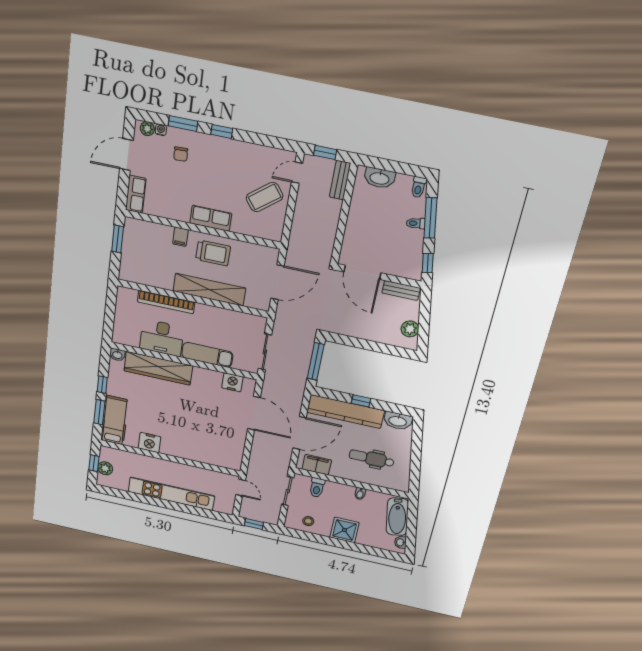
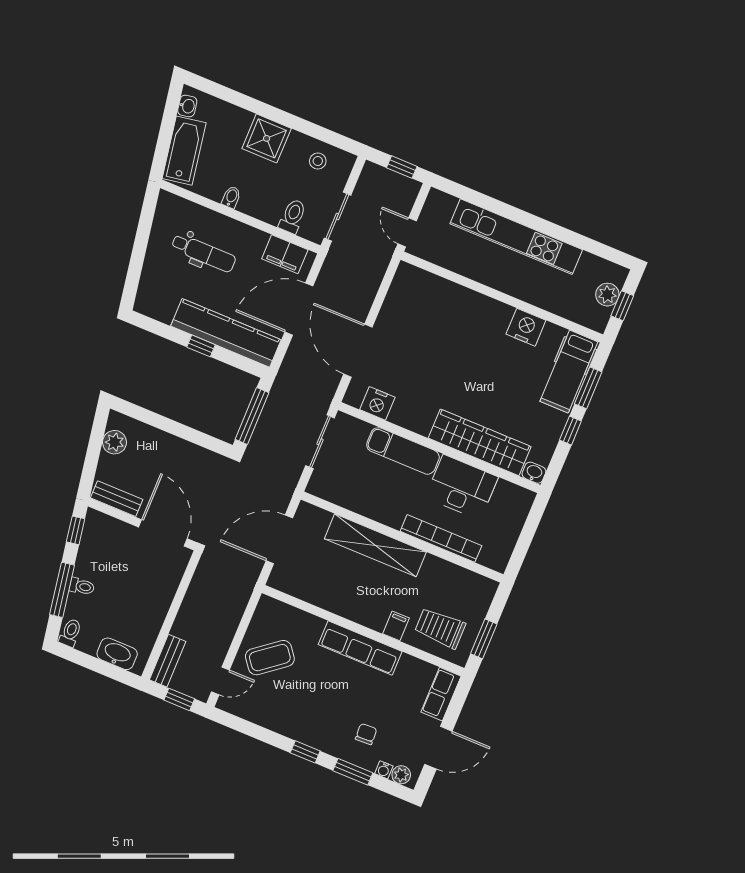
row of seats: (211, 218) -> (360, 648), width x1.48
trolley: (213, 253) -> (440, 628), moved
washbasin: (398, 421) -> (156, 307), removed

